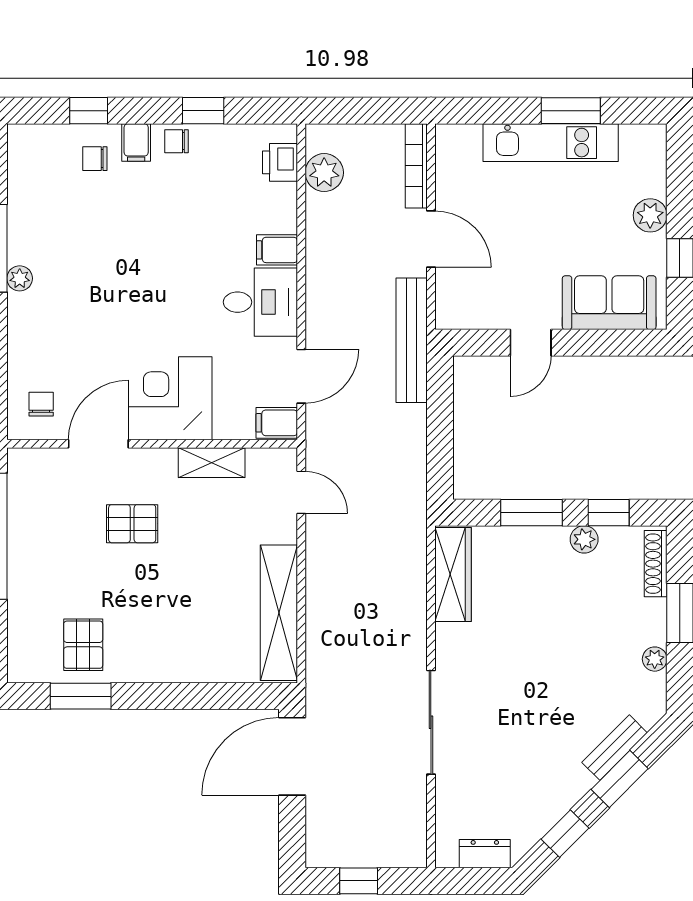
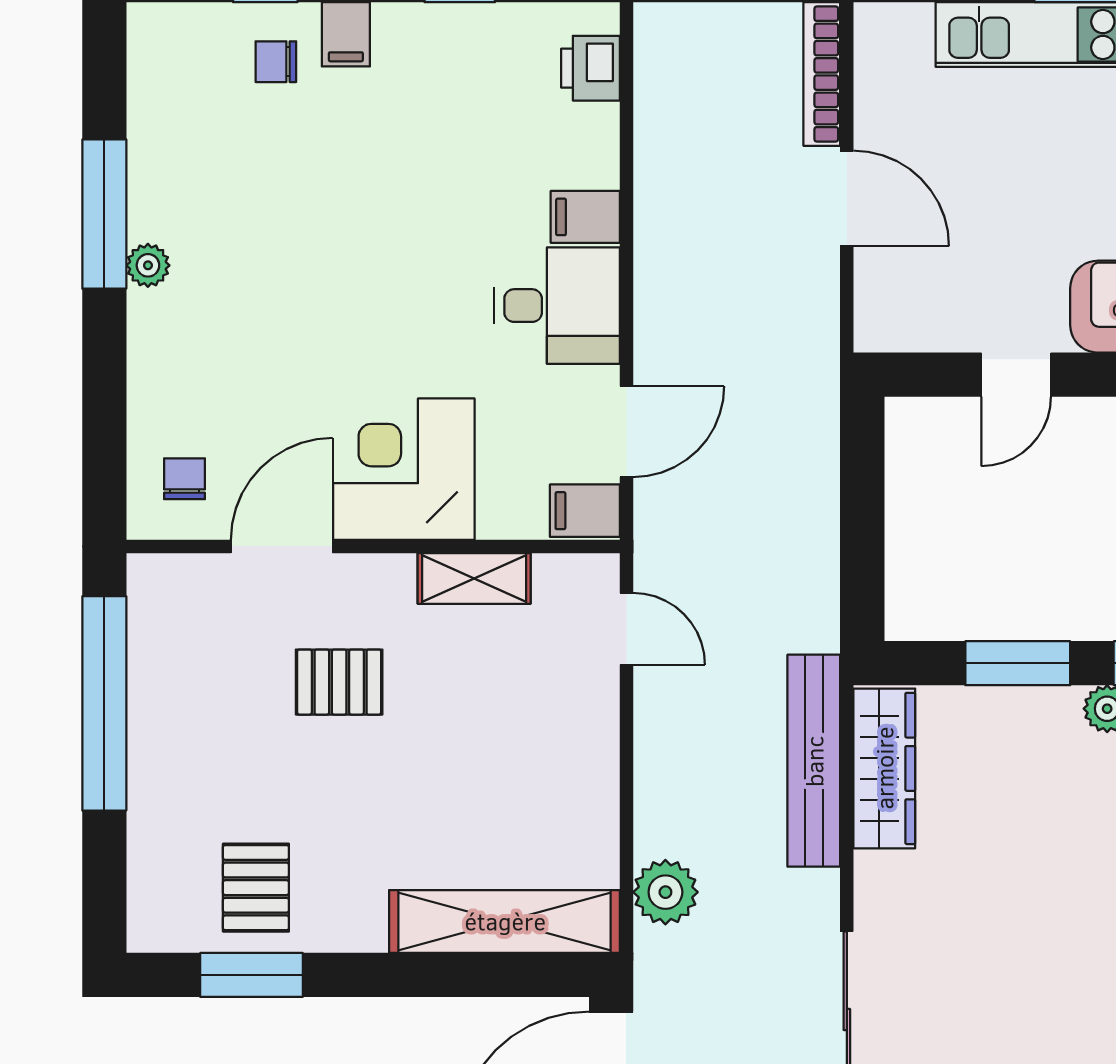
chair: (176, 141) -> (414, 32), removed
plant: (324, 173) -> (665, 892), moved
bench: (412, 340) -> (814, 761), moved
shelving: (279, 613) -> (505, 921), moved, turned 90

